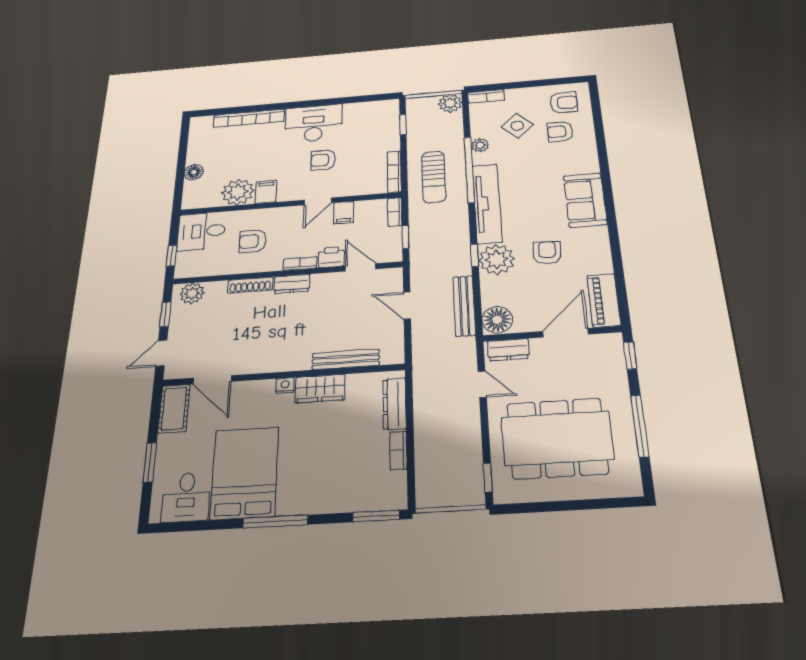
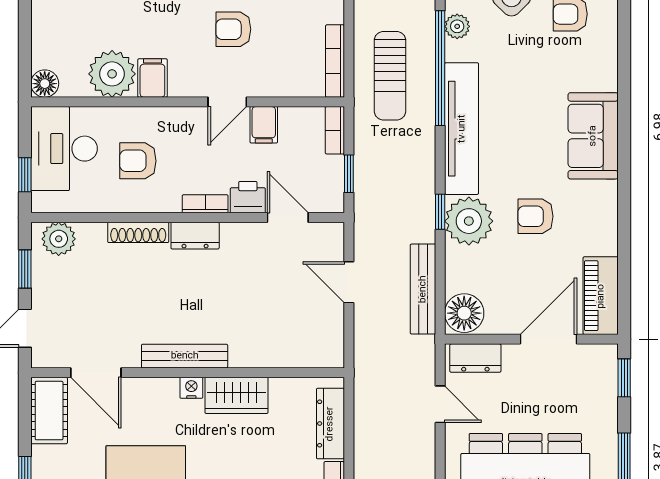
floor lamp: (194, 172) -> (45, 84), moved
desk: (201, 231) -> (64, 149), width x1.37
armchair: (547, 253) -> (535, 216), turned -94
bench: (346, 359) -> (185, 356), moved

